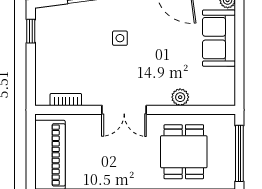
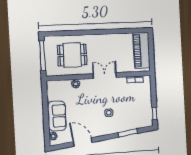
dining table: (184, 152) -> (72, 55), turned 90

